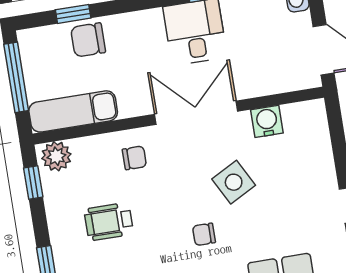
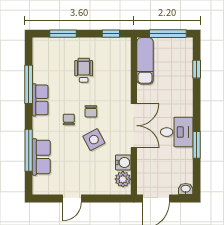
chair: (88, 40) -> (182, 75), removed
plant: (56, 156) -> (123, 179), moved
chair: (134, 158) -> (91, 111), moved

